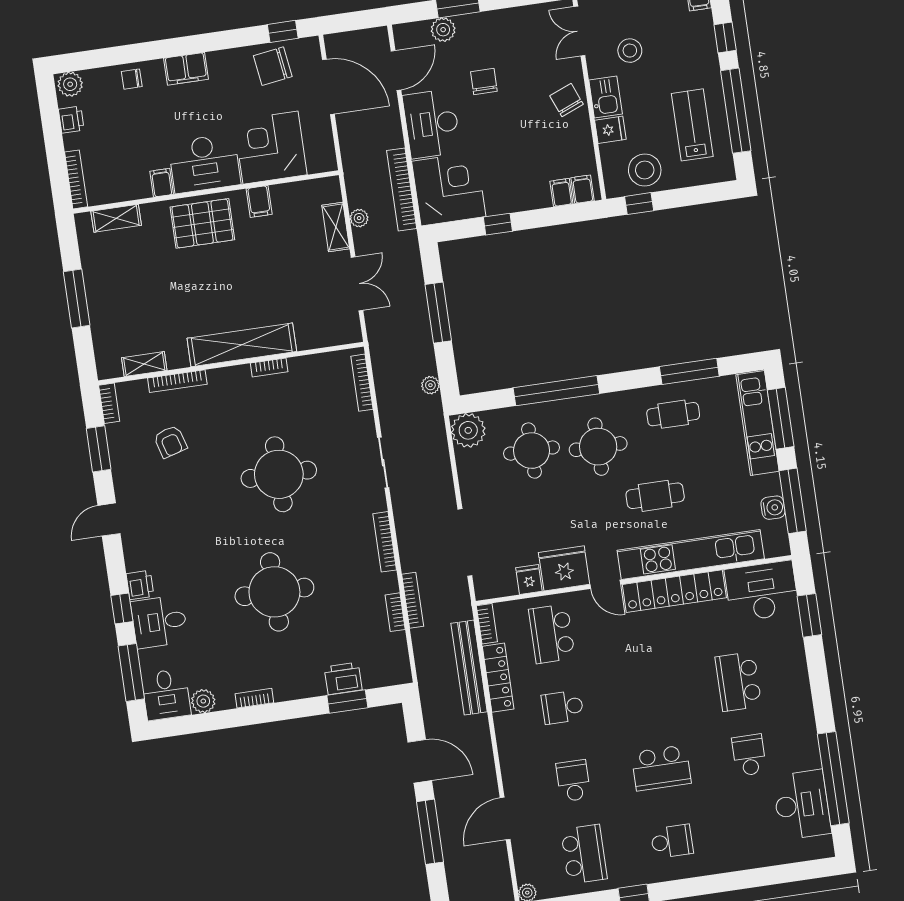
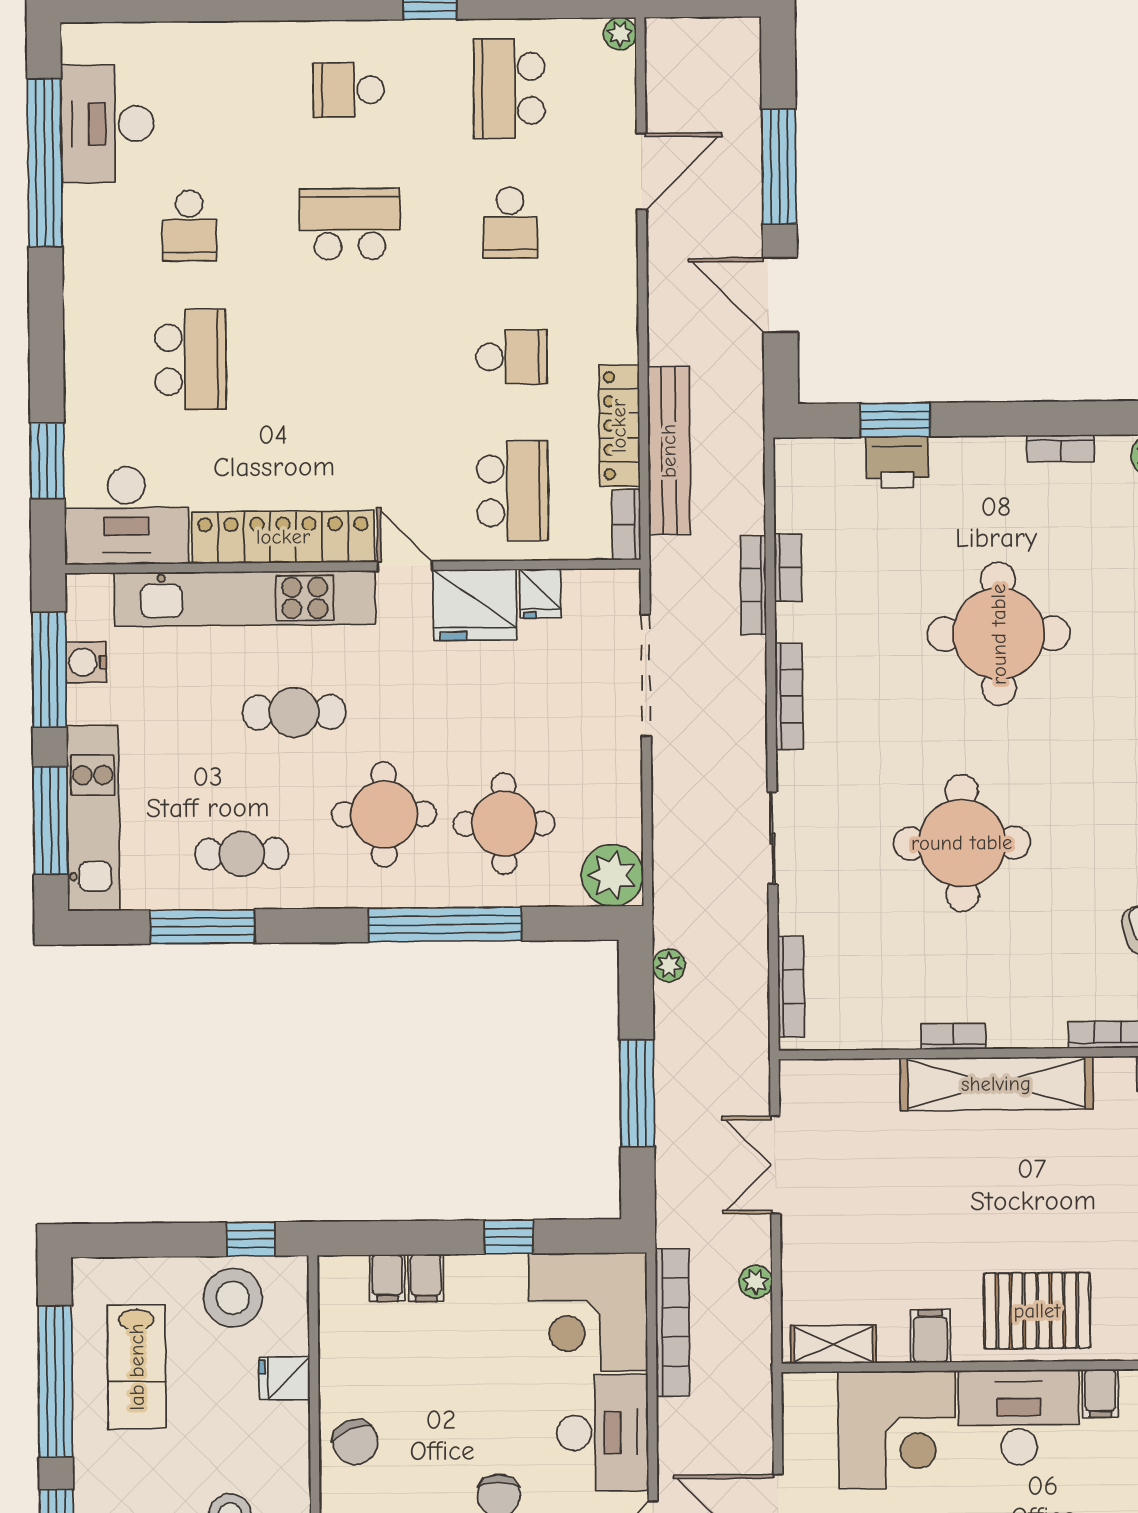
kitchen sink: (606, 97) -> (285, 1438), removed
filing cabinet: (583, 189) -> (426, 1278), moved
shelving: (336, 227) -> (833, 1344), moved, turned 90

